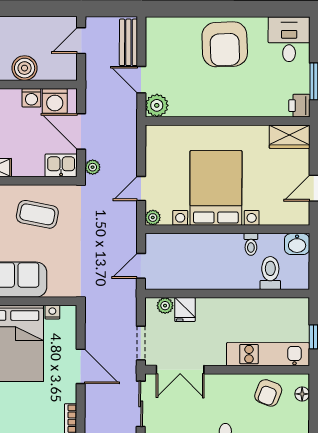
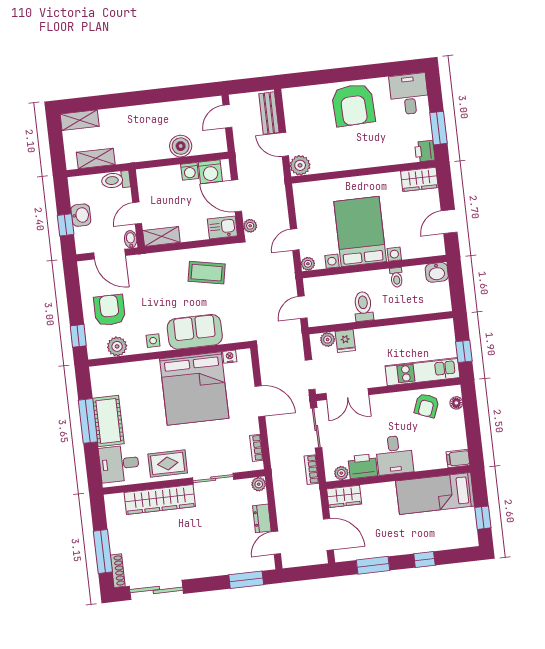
toilet: (270, 273) -> (363, 306), moved

